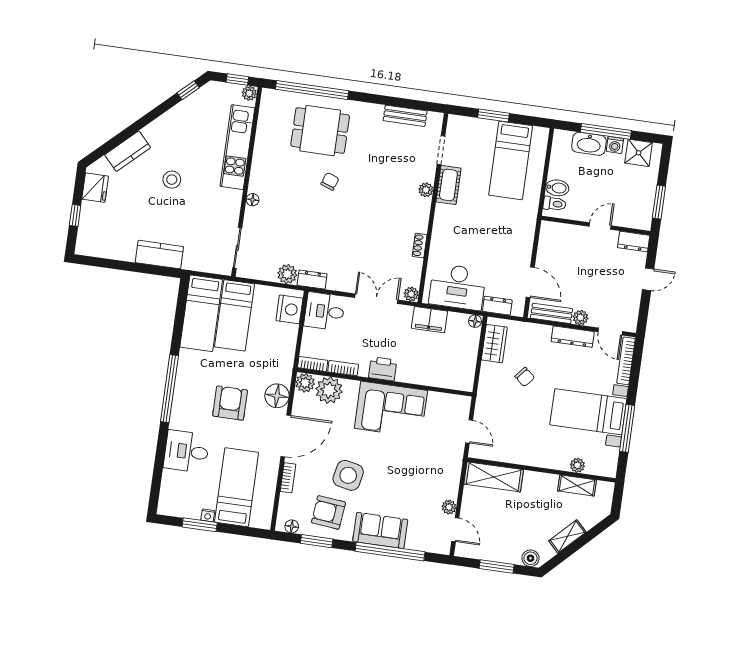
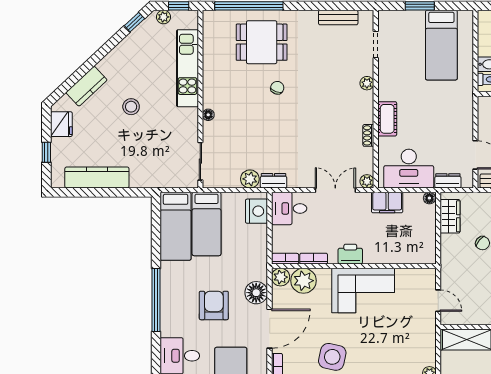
plant: (249, 93) -> (163, 17), moved
cot: (448, 185) -> (387, 119), moved
kitchen counter: (159, 255) -> (97, 178), moved, width x1.50

